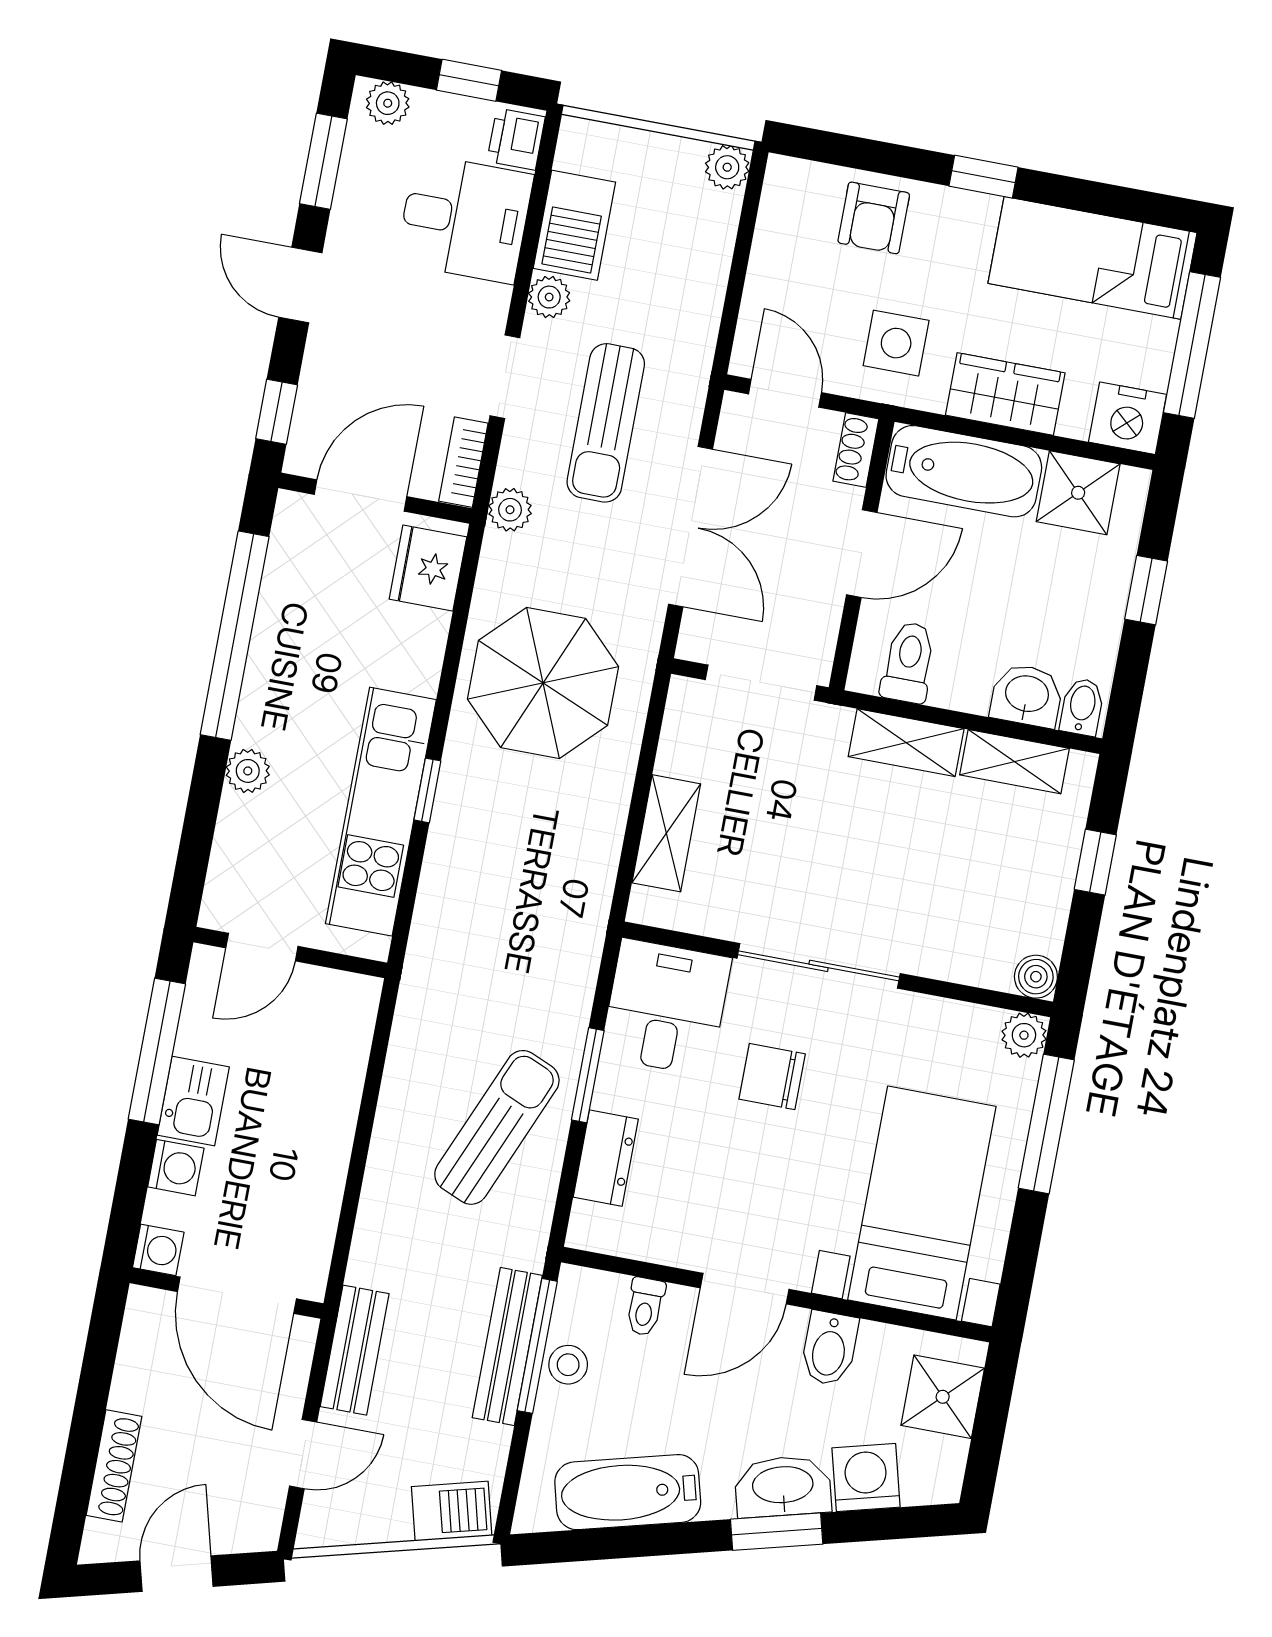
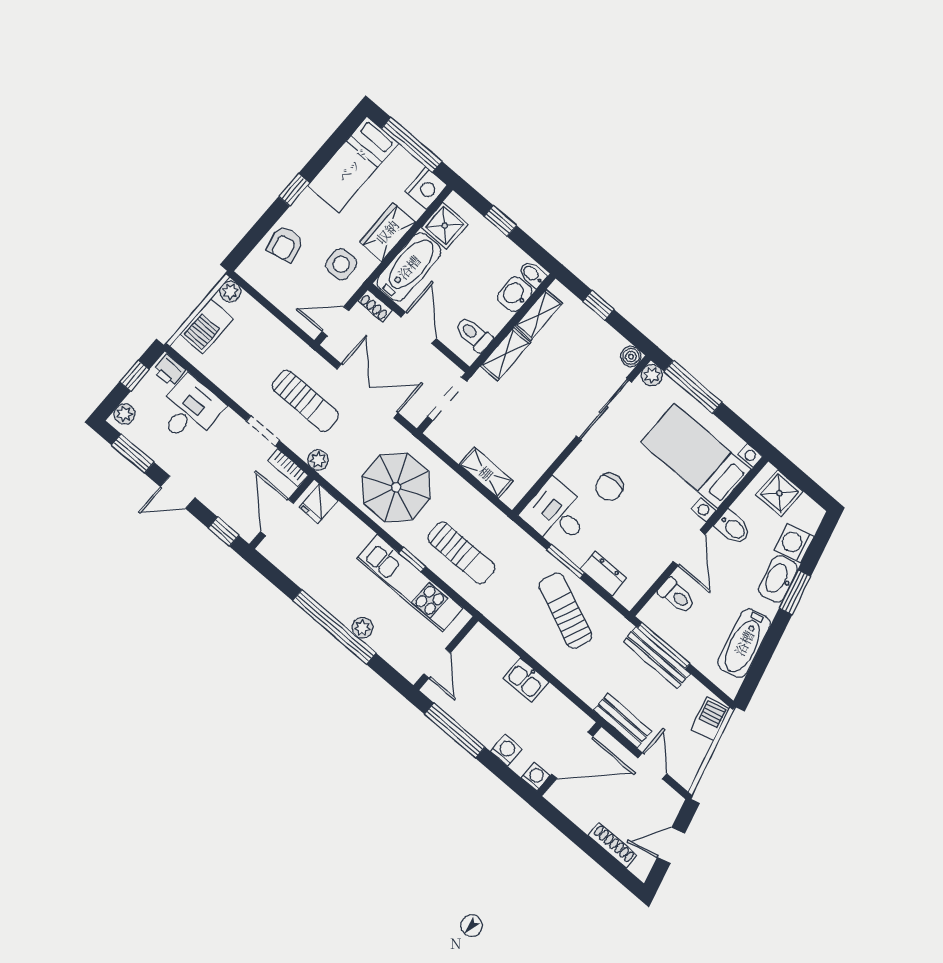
armchair: (874, 218) -> (285, 244), turned 77
barbecue: (574, 225) -> (207, 326), moved, turned 90
plant: (549, 297) -> (241, 394), removed
fridge: (428, 568) -> (319, 504), width x0.72
window: (235, 636) -> (334, 627), moved
sun lounger: (492, 874) -> (461, 553), added
sliding door: (819, 966) -> (604, 409), moved
kitchen sink: (193, 1101) -> (526, 680), moved, turned 180
toilet: (645, 1307) -> (677, 596), width x1.37, depth x1.39
stool: (568, 1365) -> (678, 637), removed
door: (176, 1574) -> (671, 845), hinge flipped

